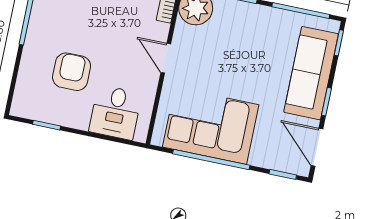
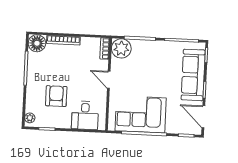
plant: (20, 102) -> (30, 118), added

